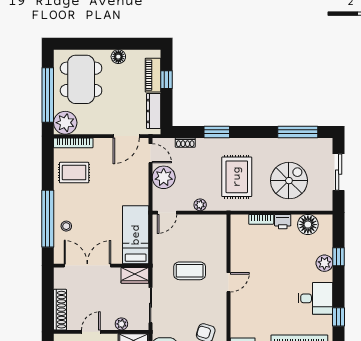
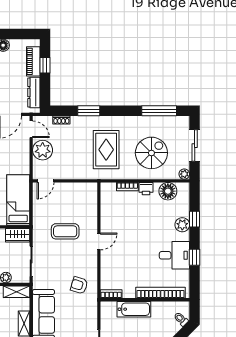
plant: (200, 205) -> (184, 174), moved
window: (339, 317) -> (195, 257), moved

